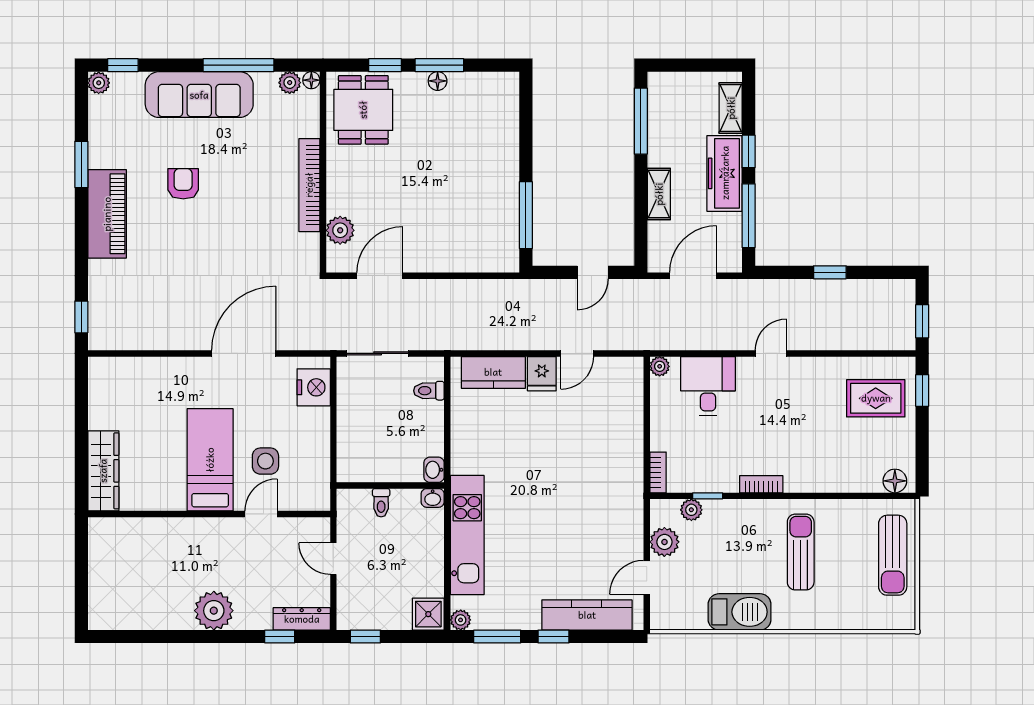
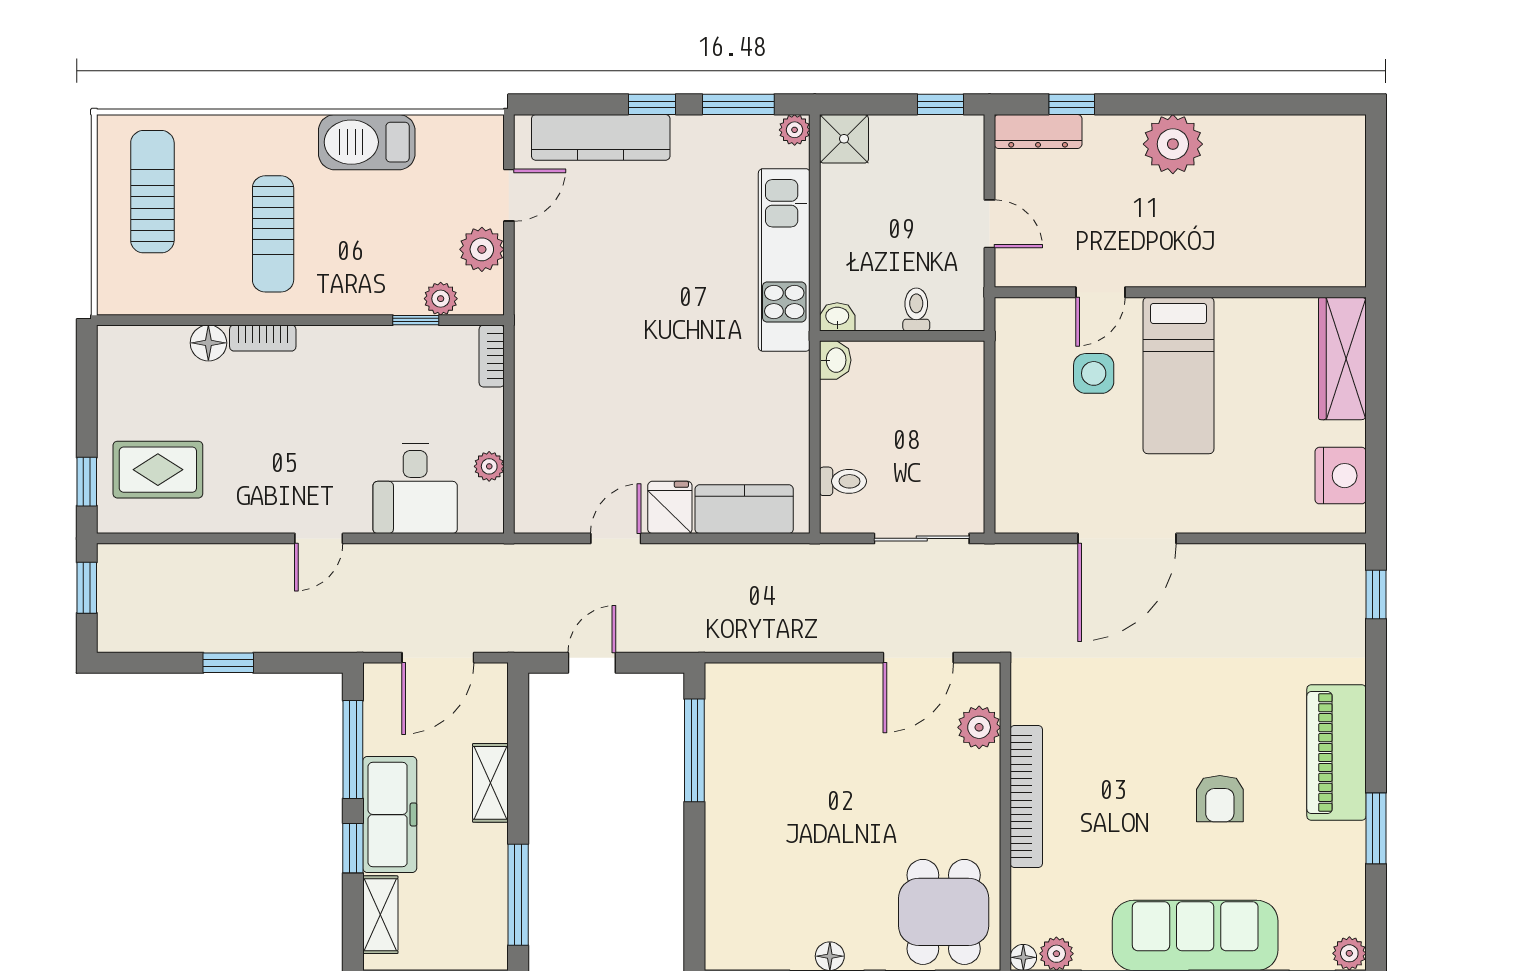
plant: (660, 366) -> (489, 466), moved
nightstand: (314, 387) -> (1341, 476), moved, turned 180
floor lamp: (895, 481) -> (208, 343), moved
bookcase: (761, 484) -> (263, 338), moved
sun lounger: (893, 555) -> (152, 192), moved

